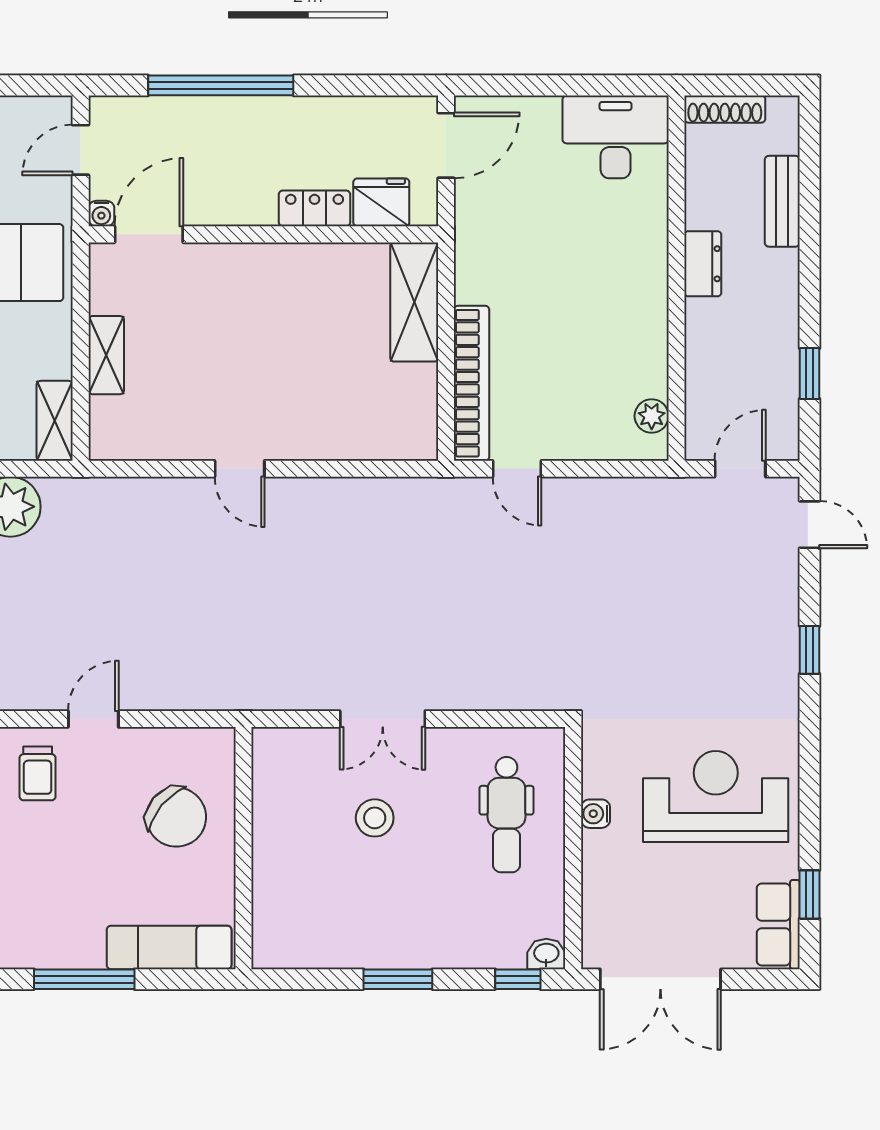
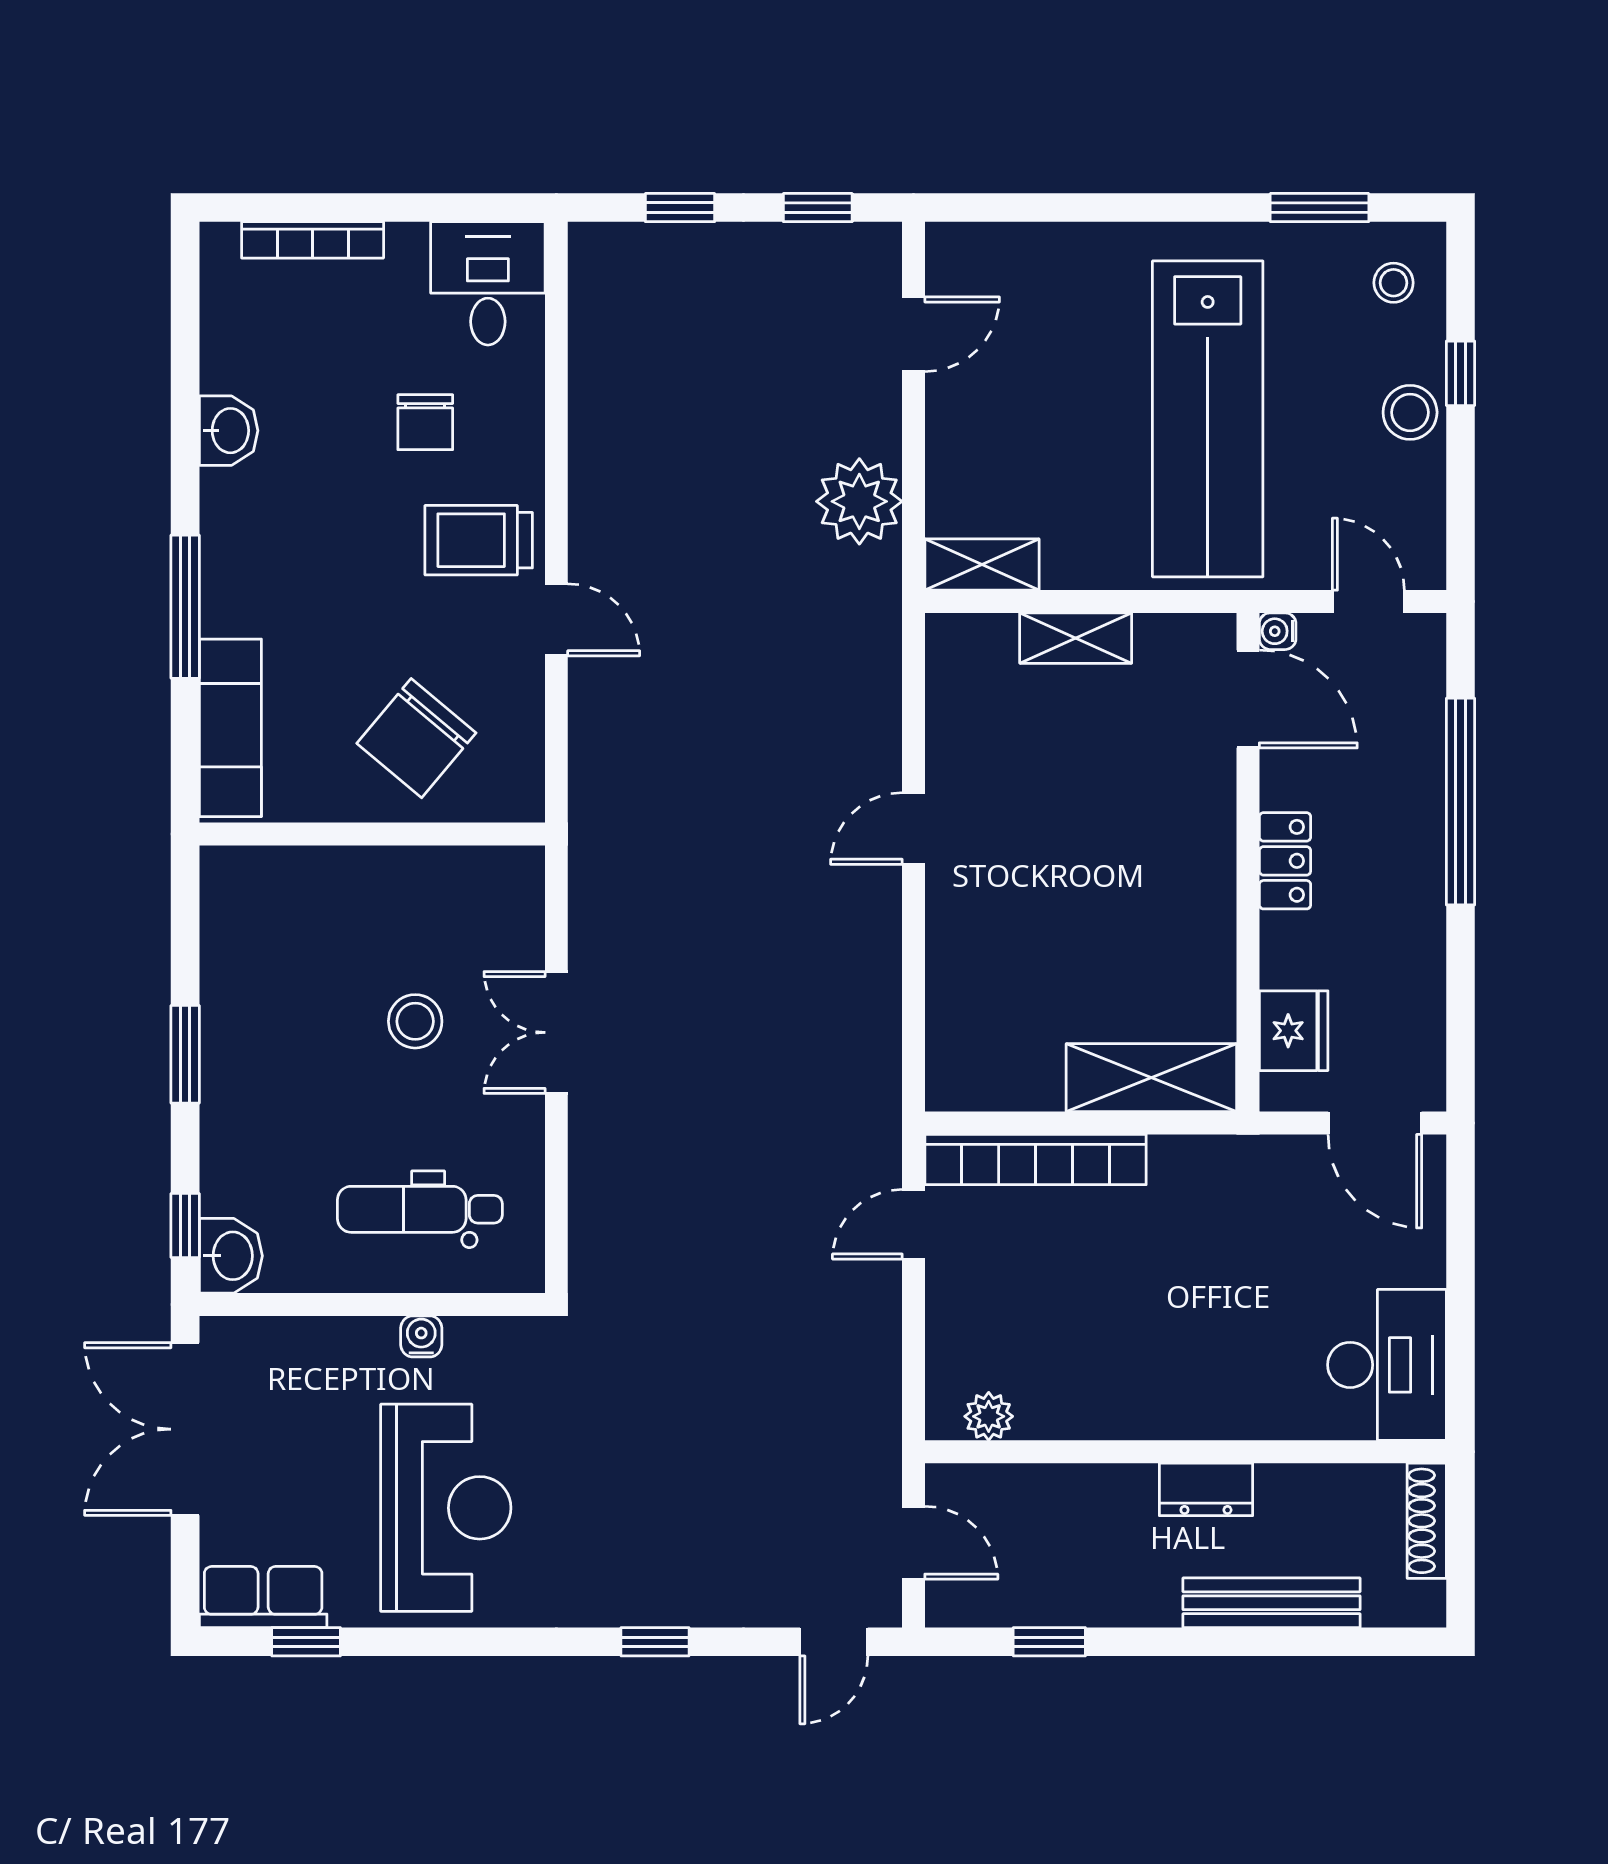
bench: (782, 201) -> (1272, 1603), width x1.36
locker: (315, 208) -> (1285, 861), moved
trolley: (38, 773) -> (479, 540), width x1.36, depth x1.39
washbasin: (546, 954) -> (231, 1256), width x1.38, depth x1.45

